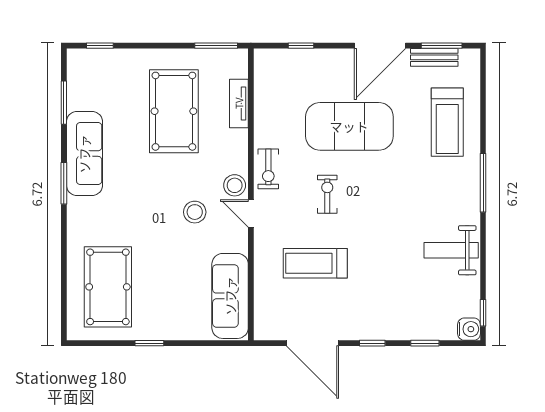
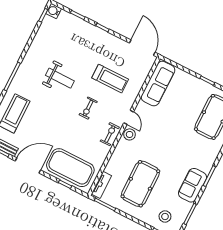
tv unit: (239, 103) -> (101, 185), moved
exercise mat: (349, 126) -> (70, 168), moved
sofa: (84, 154) -> (193, 185), width x0.73
stool: (195, 212) -> (165, 216), moved
weight bench: (451, 250) -> (60, 78), moved
door: (313, 343) -> (142, 48), moved

